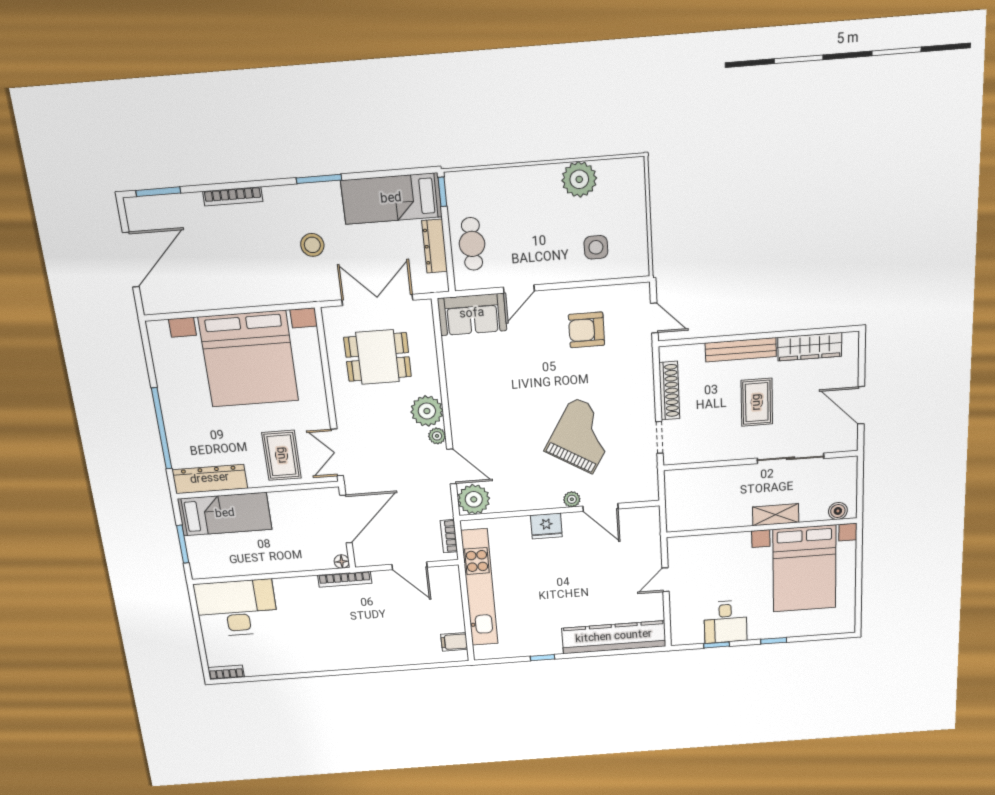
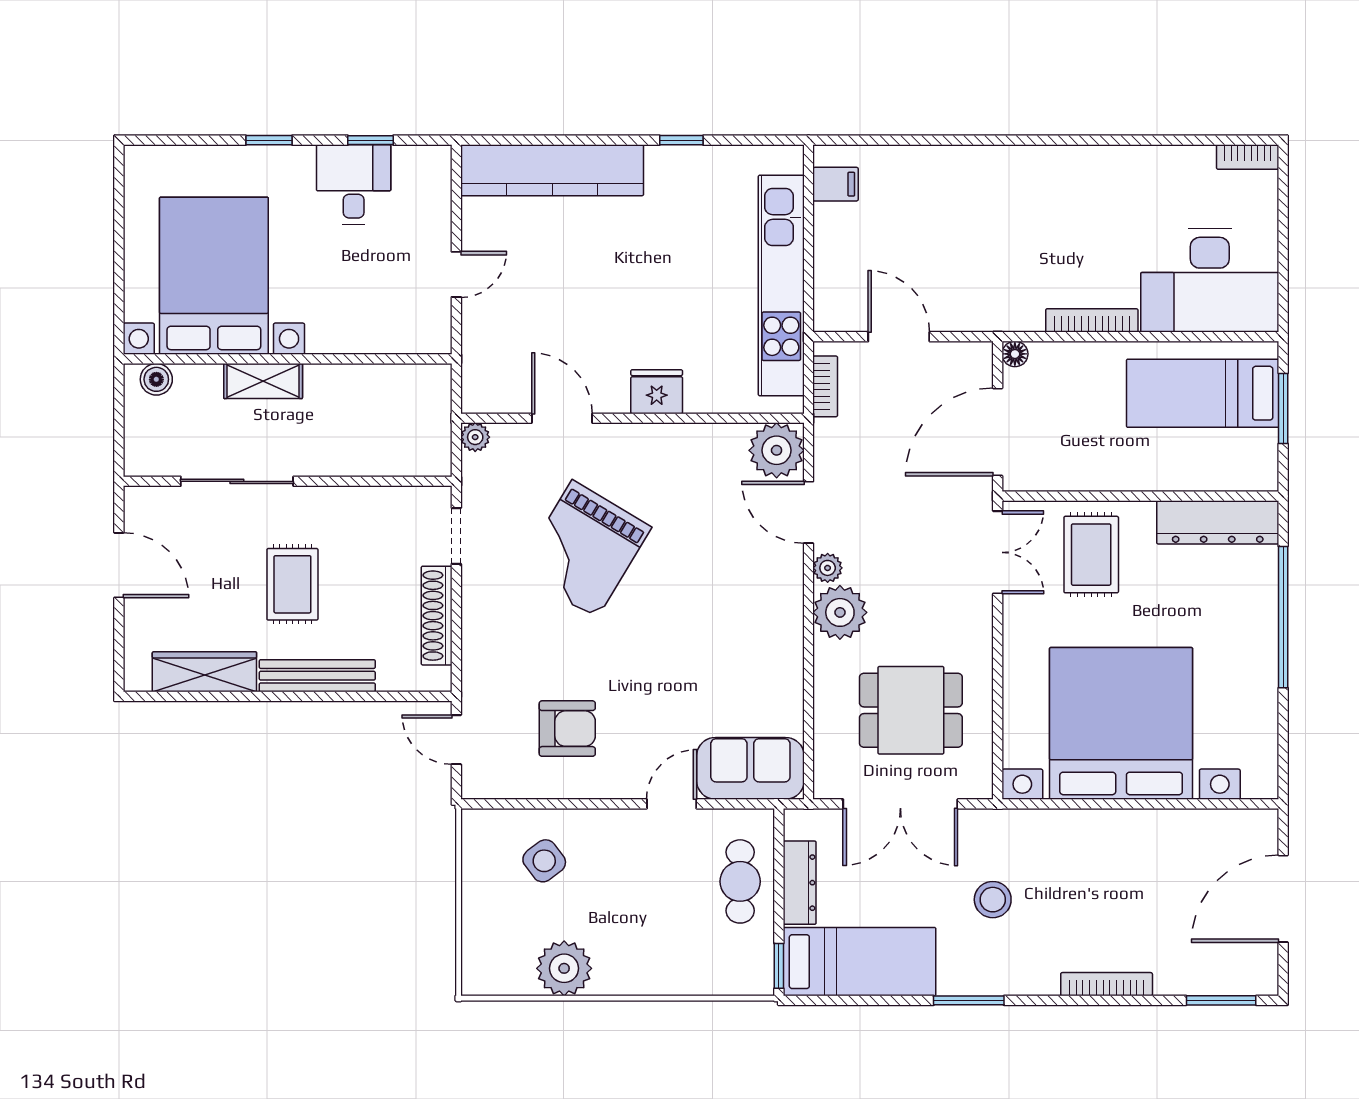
side table: (596, 247) -> (544, 861), turned -37
plant: (572, 499) -> (475, 437), moved
bed: (225, 514) -> (1203, 393), moved
bookcase: (345, 579) -> (1092, 320), moved

